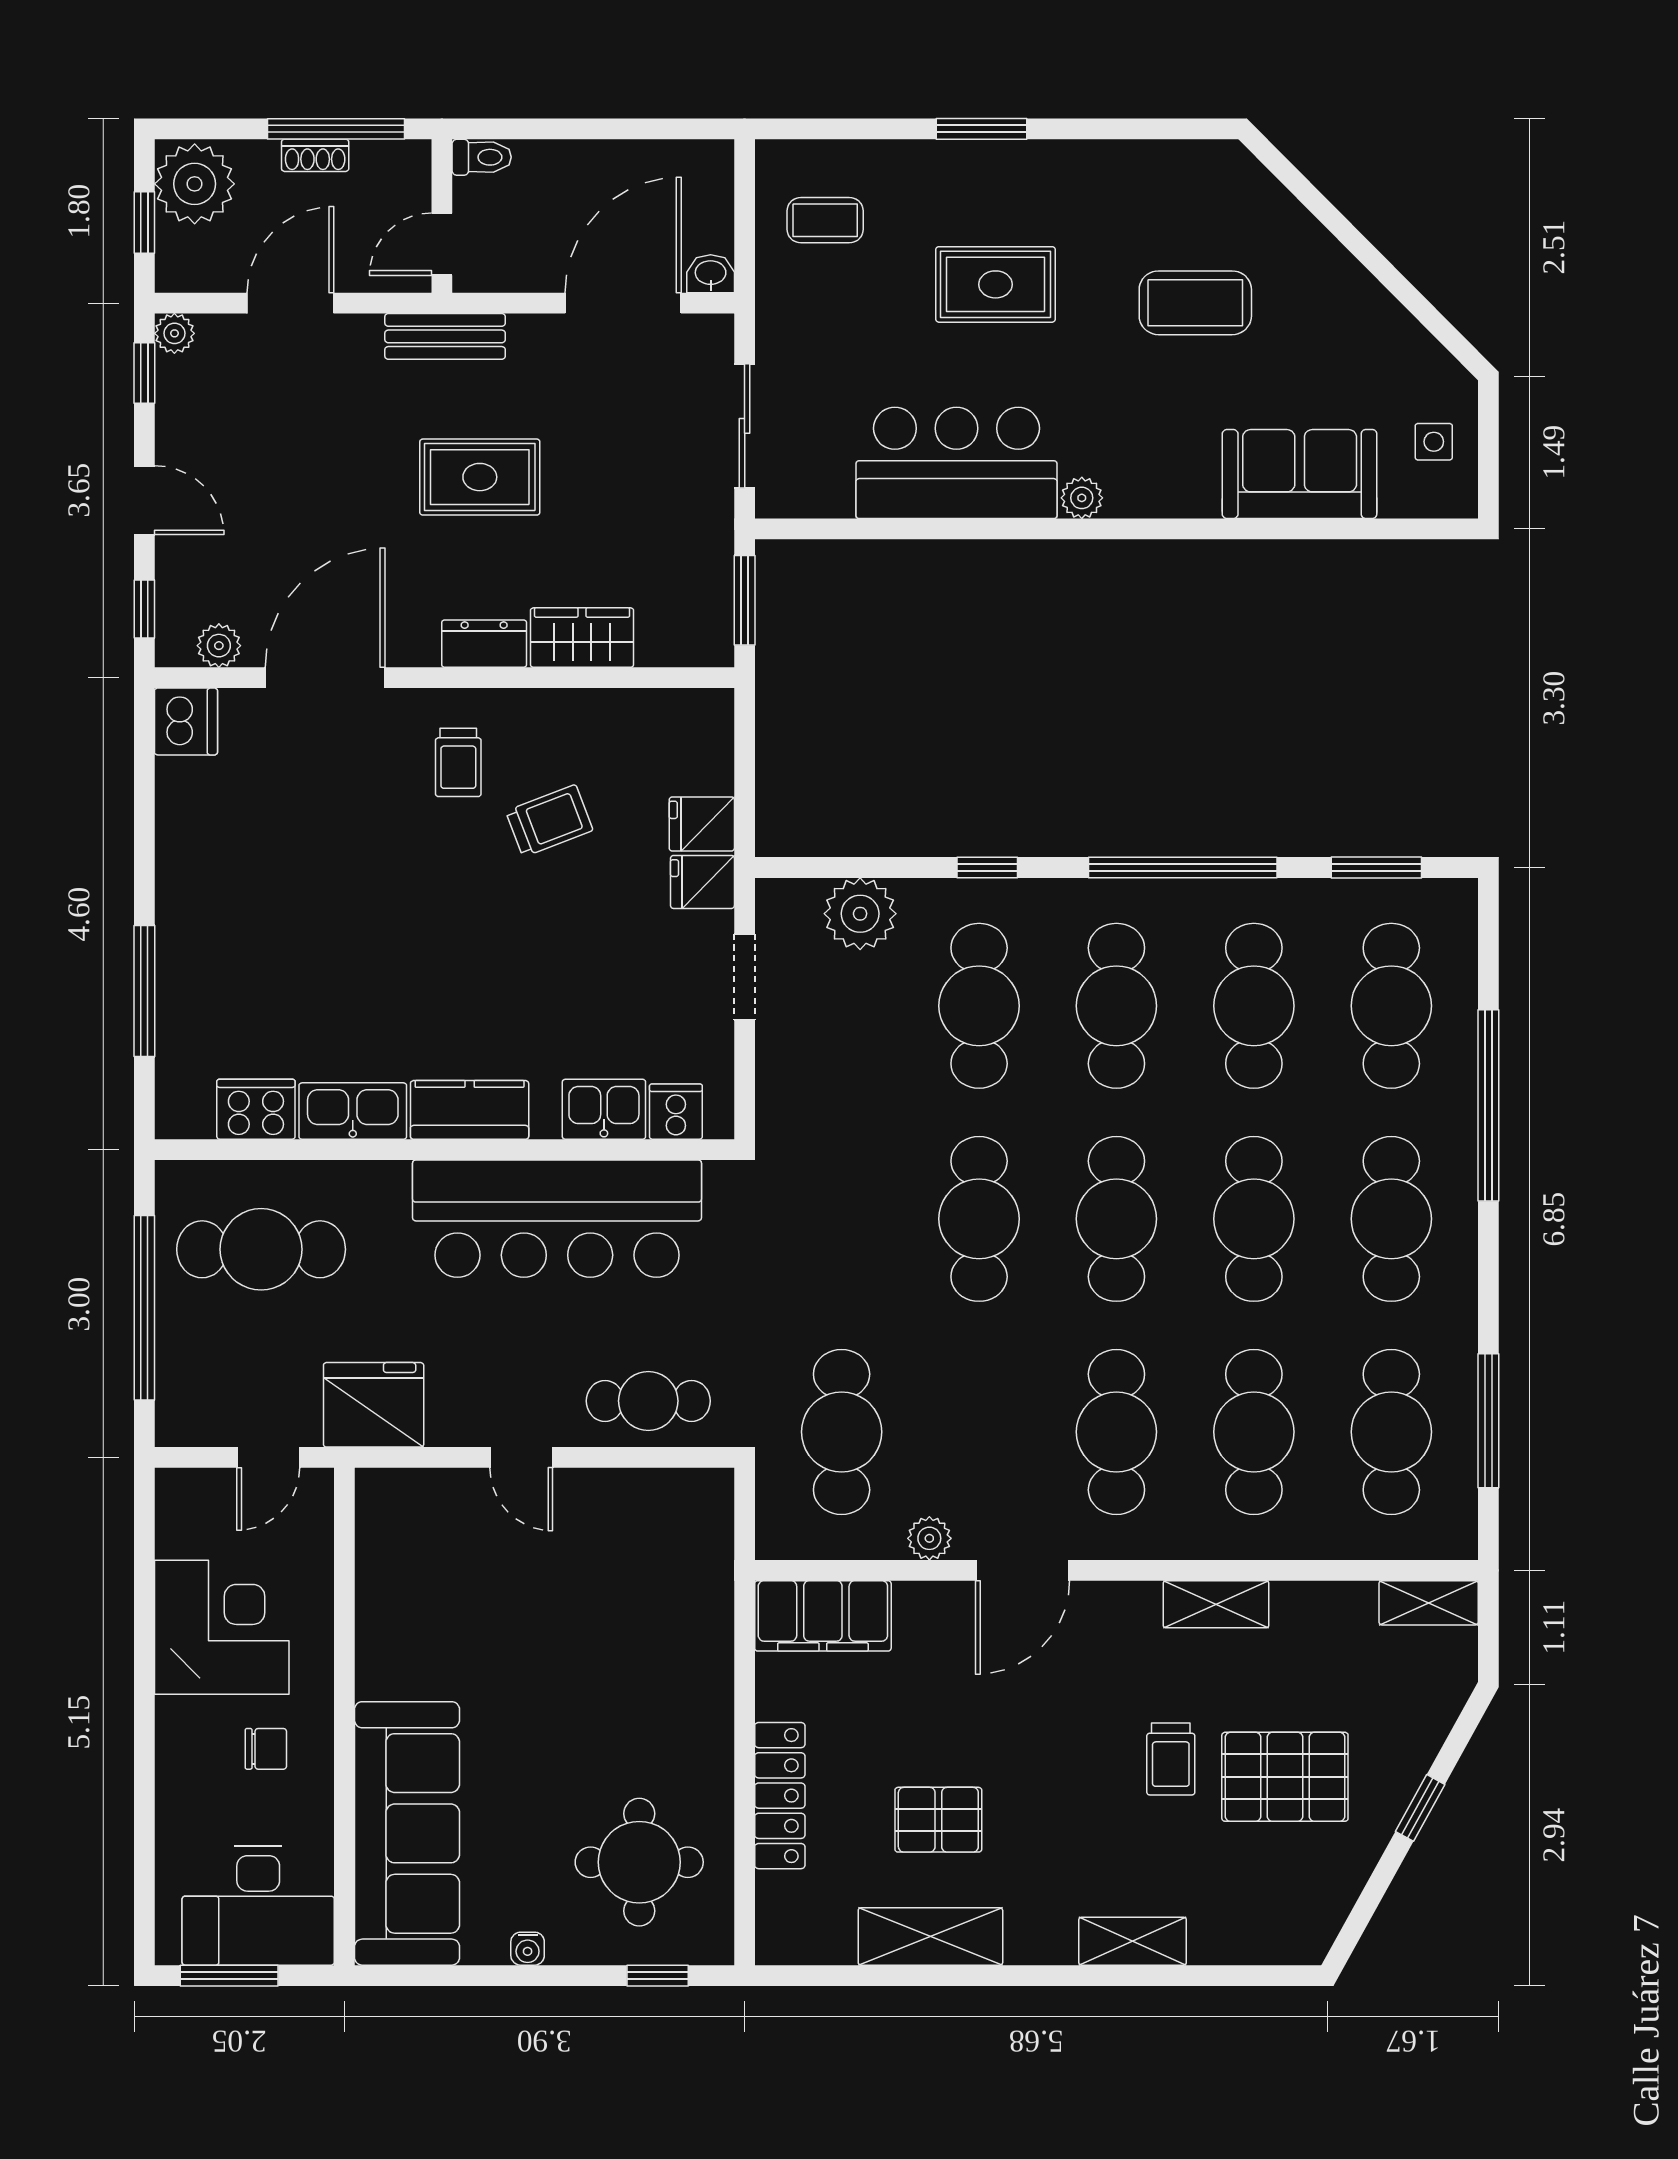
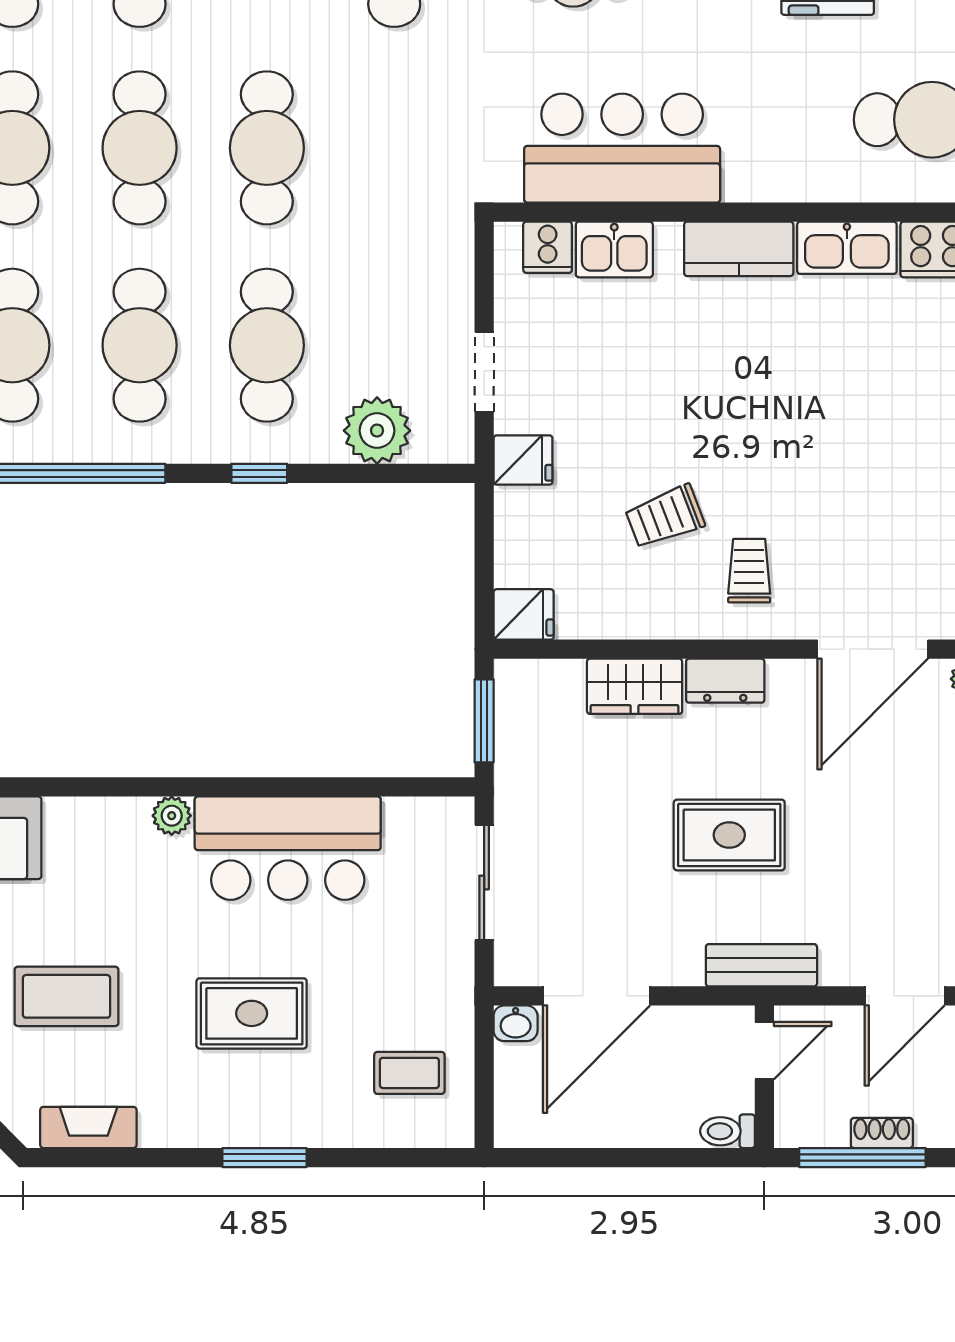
fireplace: (1172, 161) -> (88, 1127), added
fridge: (702, 824) -> (524, 614), moved
bar counter: (557, 1219) -> (622, 148), width x0.73

